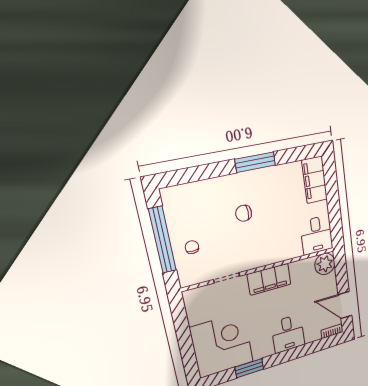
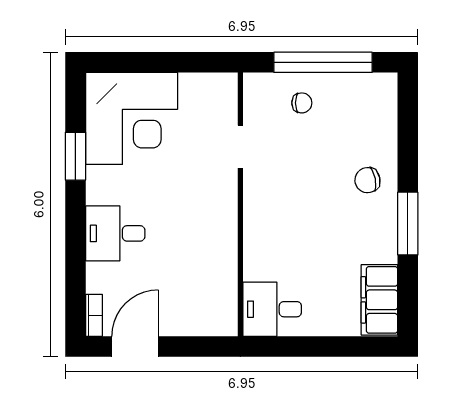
filing cabinet: (315, 180) -> (379, 300), moved, turned -90
chair: (244, 213) -> (367, 180), moved, turned -100
plant: (325, 264) -> (219, 318), removed
filing cabinet: (269, 279) -> (219, 216), removed

